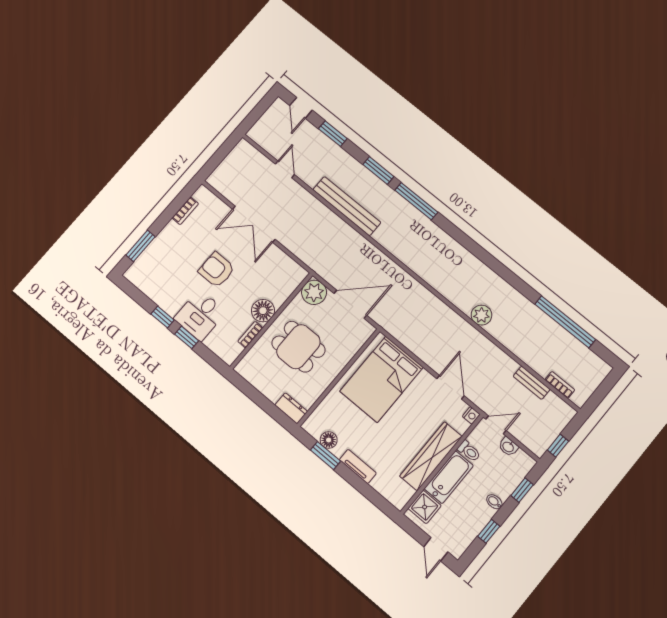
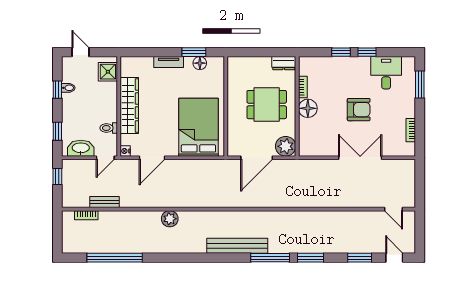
door: (285, 169) -> (393, 209), moved
bench: (347, 206) -> (237, 246), moved
desk: (200, 315) -> (386, 73), moved
door: (450, 387) -> (152, 158), hinge flipped
dresser: (291, 408) -> (284, 63), moved
washbasin: (508, 447) -> (81, 148), width x1.91, depth x1.45
bathtub: (449, 477) -> (108, 102), removed
bidet: (494, 502) -> (68, 88), moved

